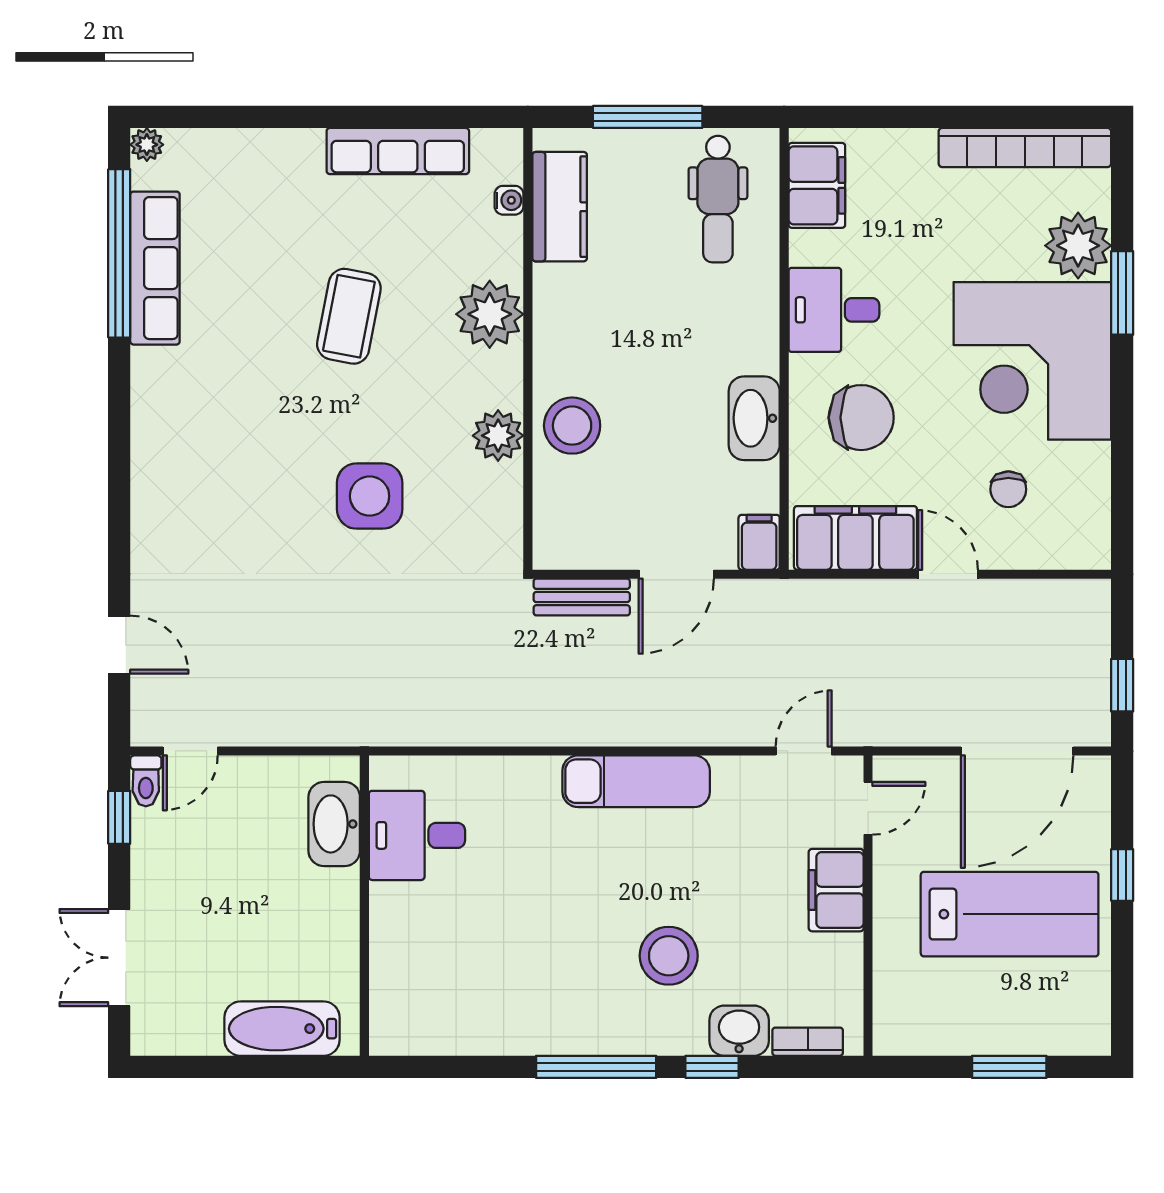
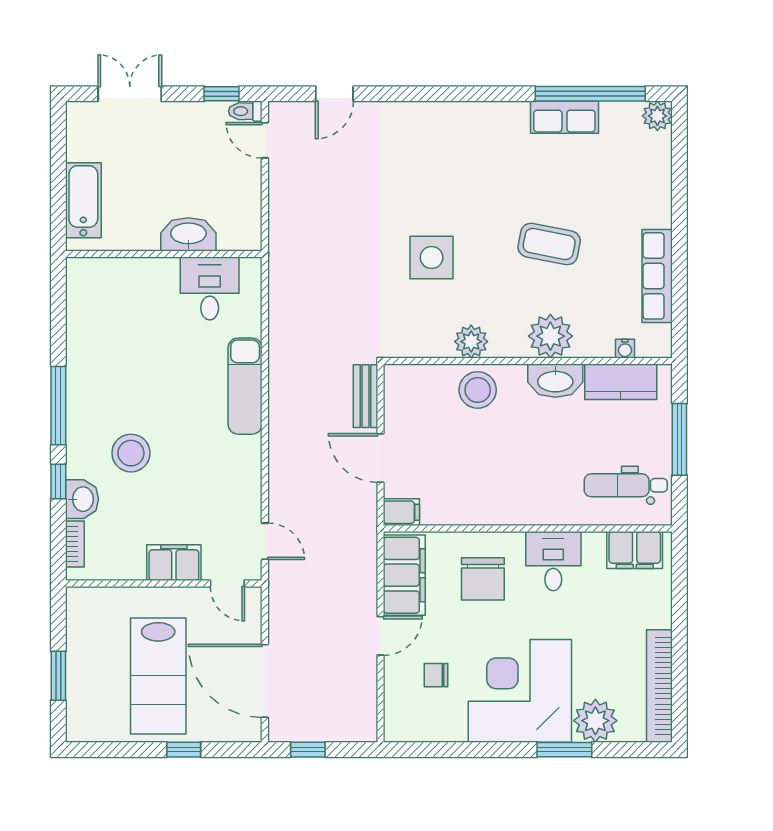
plant: (147, 145) -> (657, 116), width x1.38, depth x1.38
row of seats: (155, 268) -> (564, 117), width x0.68
washbasin: (754, 418) -> (555, 381), moved, turned 180
exam couch: (636, 781) -> (245, 386), moved
washbasin: (334, 824) -> (188, 234), moved

